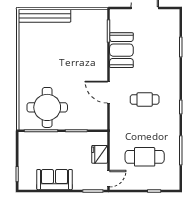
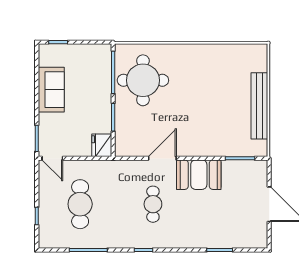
bench: (44, 16) -> (259, 106), moved
booth: (121, 50) -> (199, 175), moved
fridge: (100, 154) -> (102, 145), moved, turned -90

